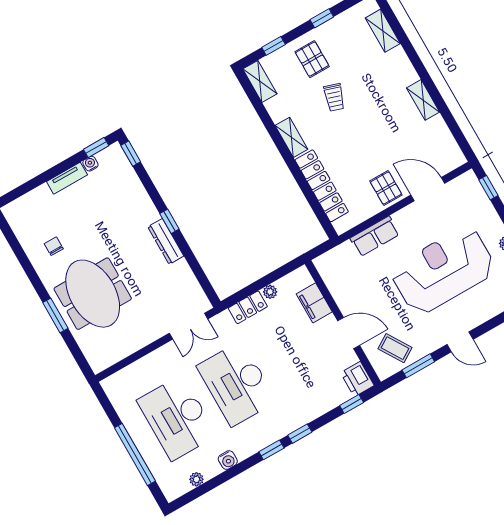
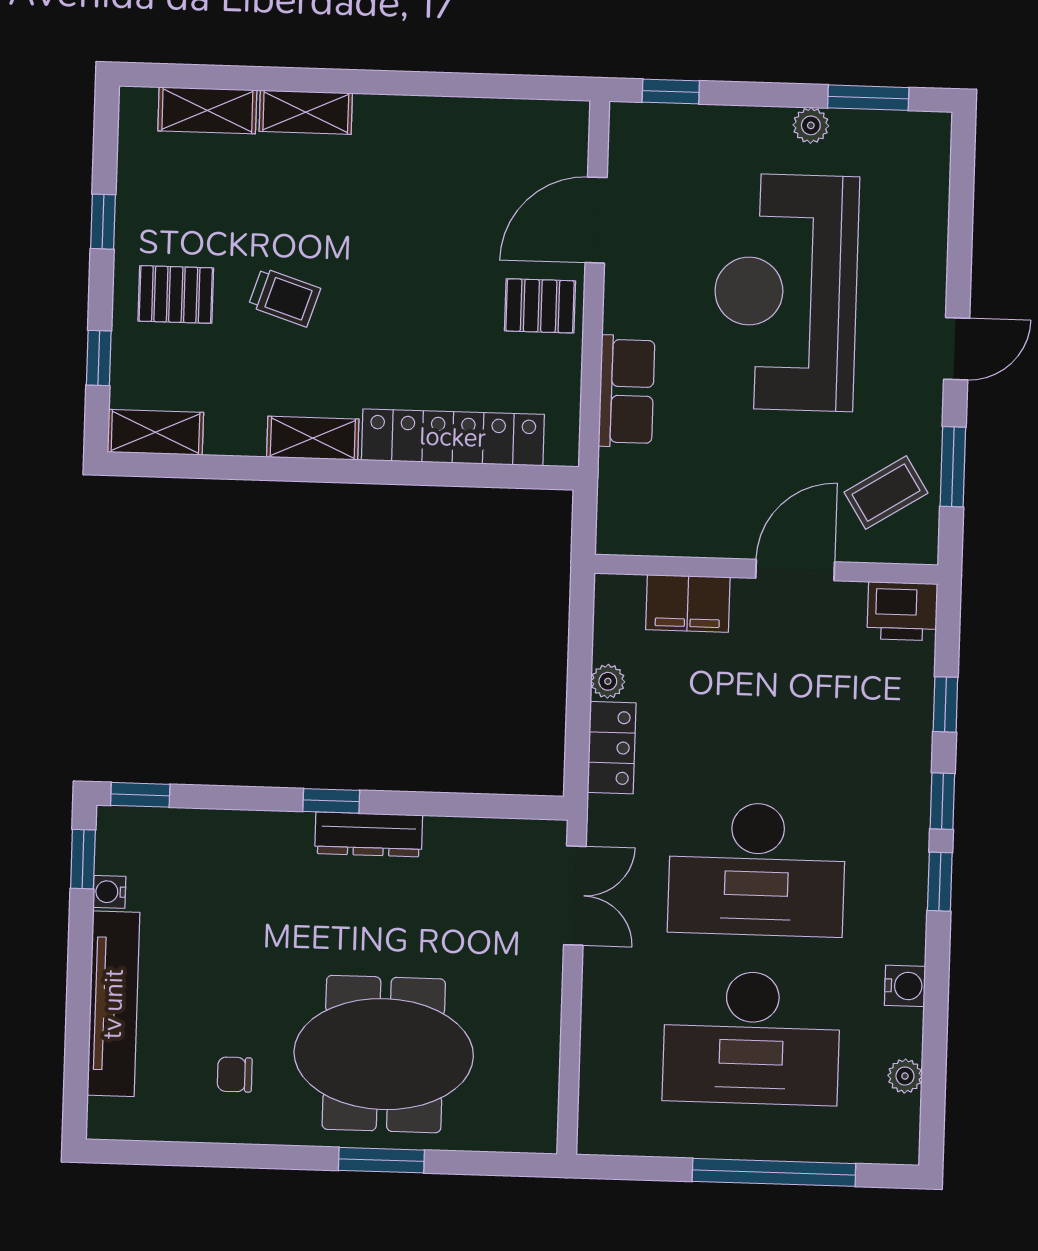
shelving: (423, 100) -> (306, 112), moved
tv unit: (67, 178) -> (113, 1004), width x1.92, depth x1.29
window: (352, 404) -> (945, 704), moved

